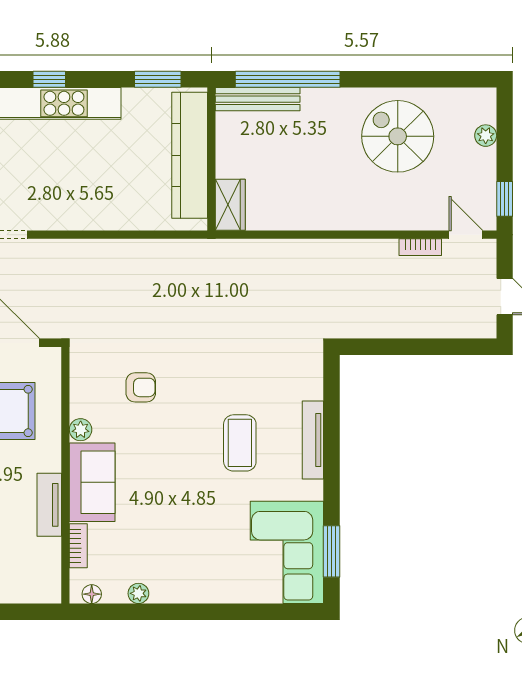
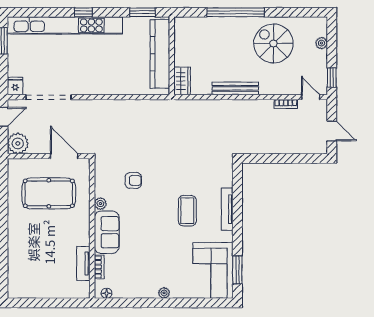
window: (288, 79) -> (236, 12), moved
bench: (258, 99) -> (235, 88), moved
tv unit: (49, 505) -> (83, 264), moved
plant: (138, 593) -> (164, 293), moved

